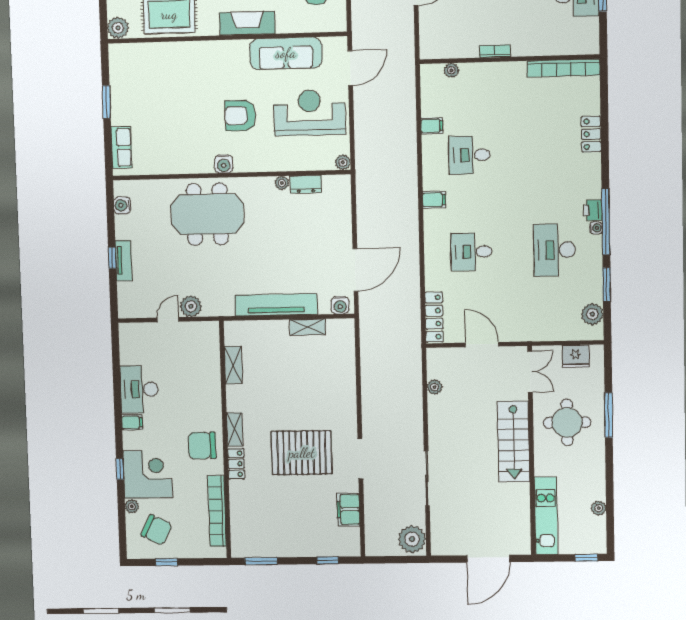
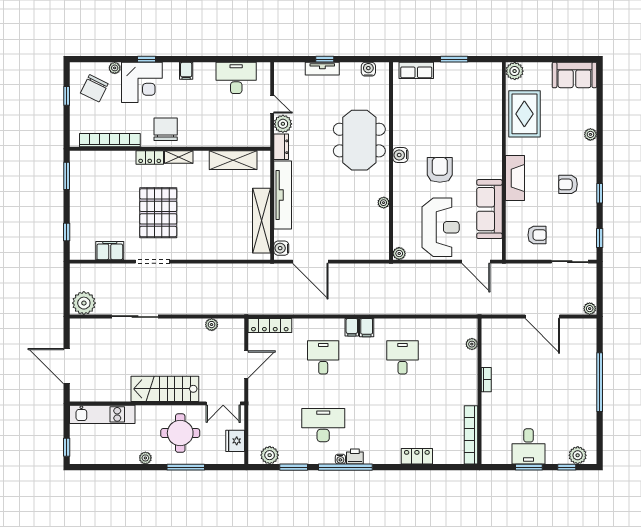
filing cabinet: (432, 126) -> (352, 327), moved
dresser: (306, 184) -> (281, 147), moved, turned 180
shelving: (308, 327) -> (261, 221), width x2.20, depth x1.33
shelving: (233, 365) -> (233, 160), width x1.50, depth x1.33
desk: (139, 389) -> (236, 78), moved
plant: (599, 508) -> (145, 458), moved

